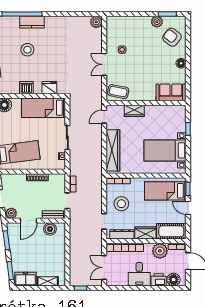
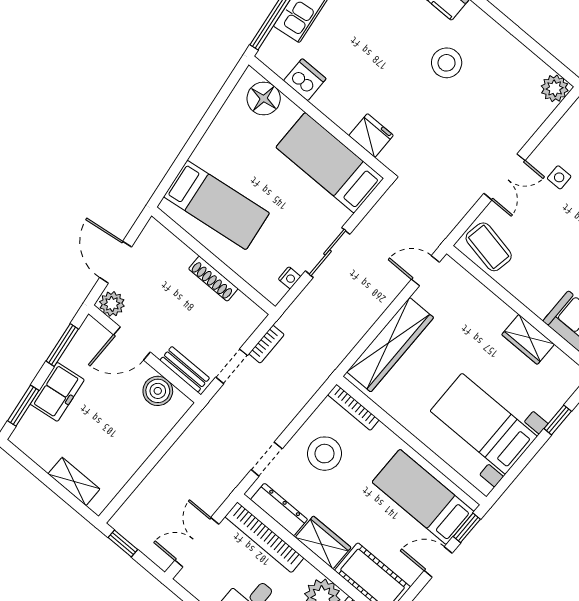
stool: (27, 50) -> (447, 63), moved
double door: (104, 64) -> (504, 177), swing flipped
dishwasher: (26, 88) -> (305, 80), moved
wardrobe: (134, 111) -> (528, 339), moved
door: (188, 208) -> (438, 562), hinge flipped
freezer: (26, 279) -> (57, 392), moved, turned 83

